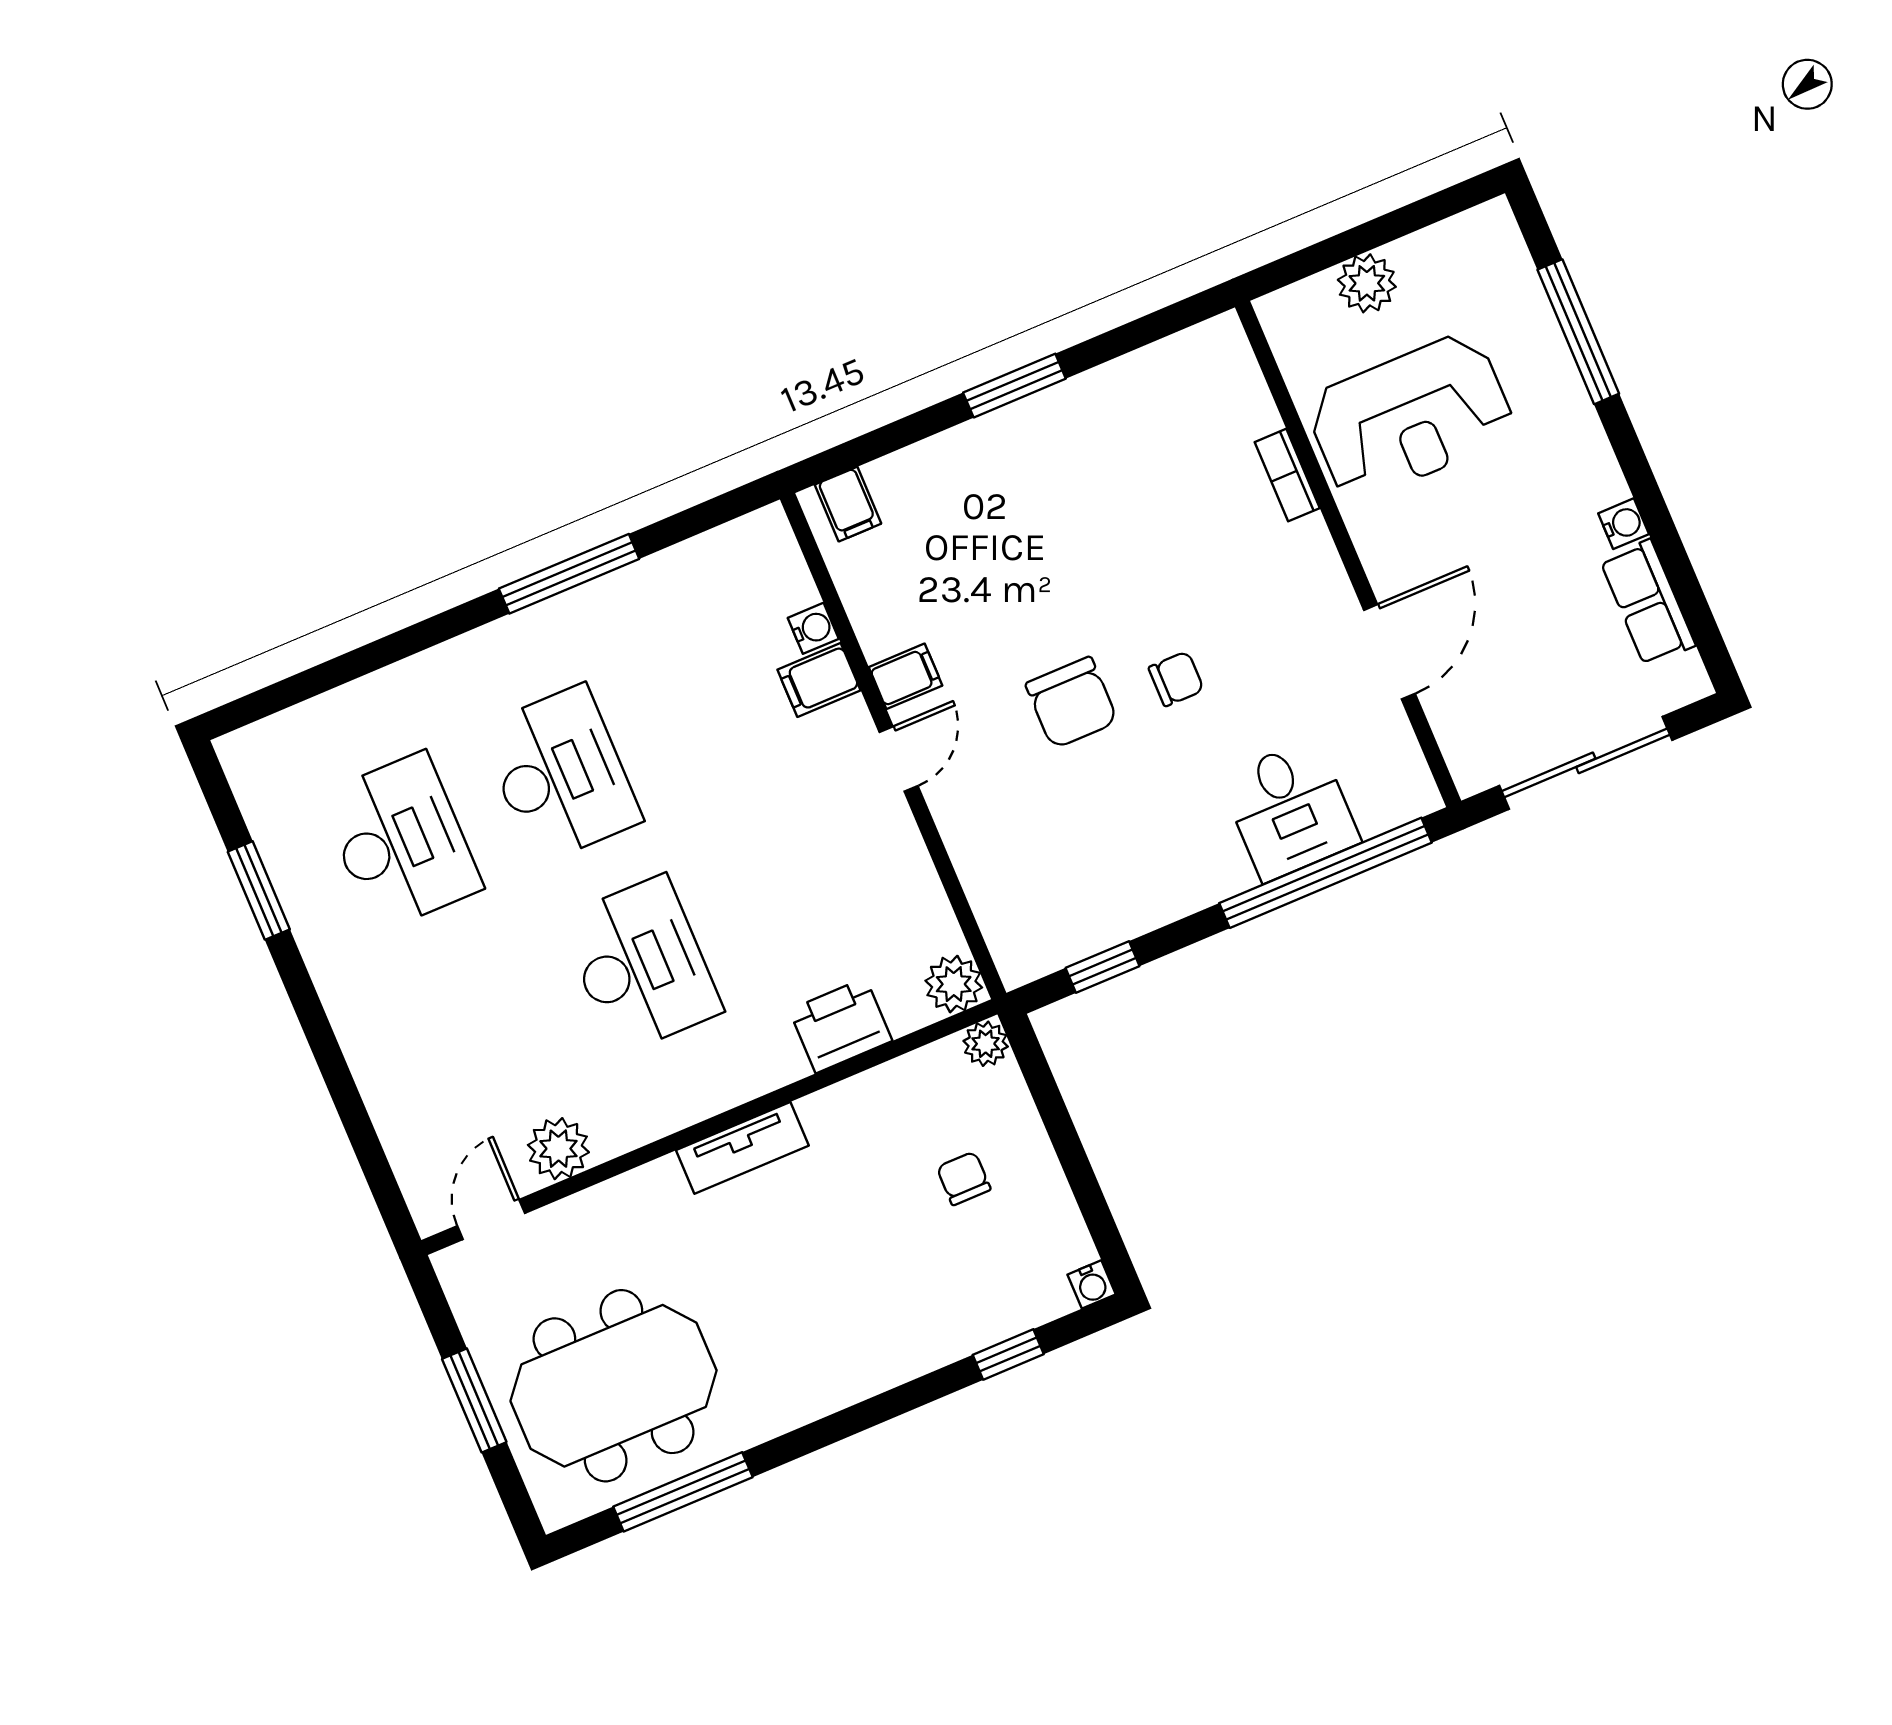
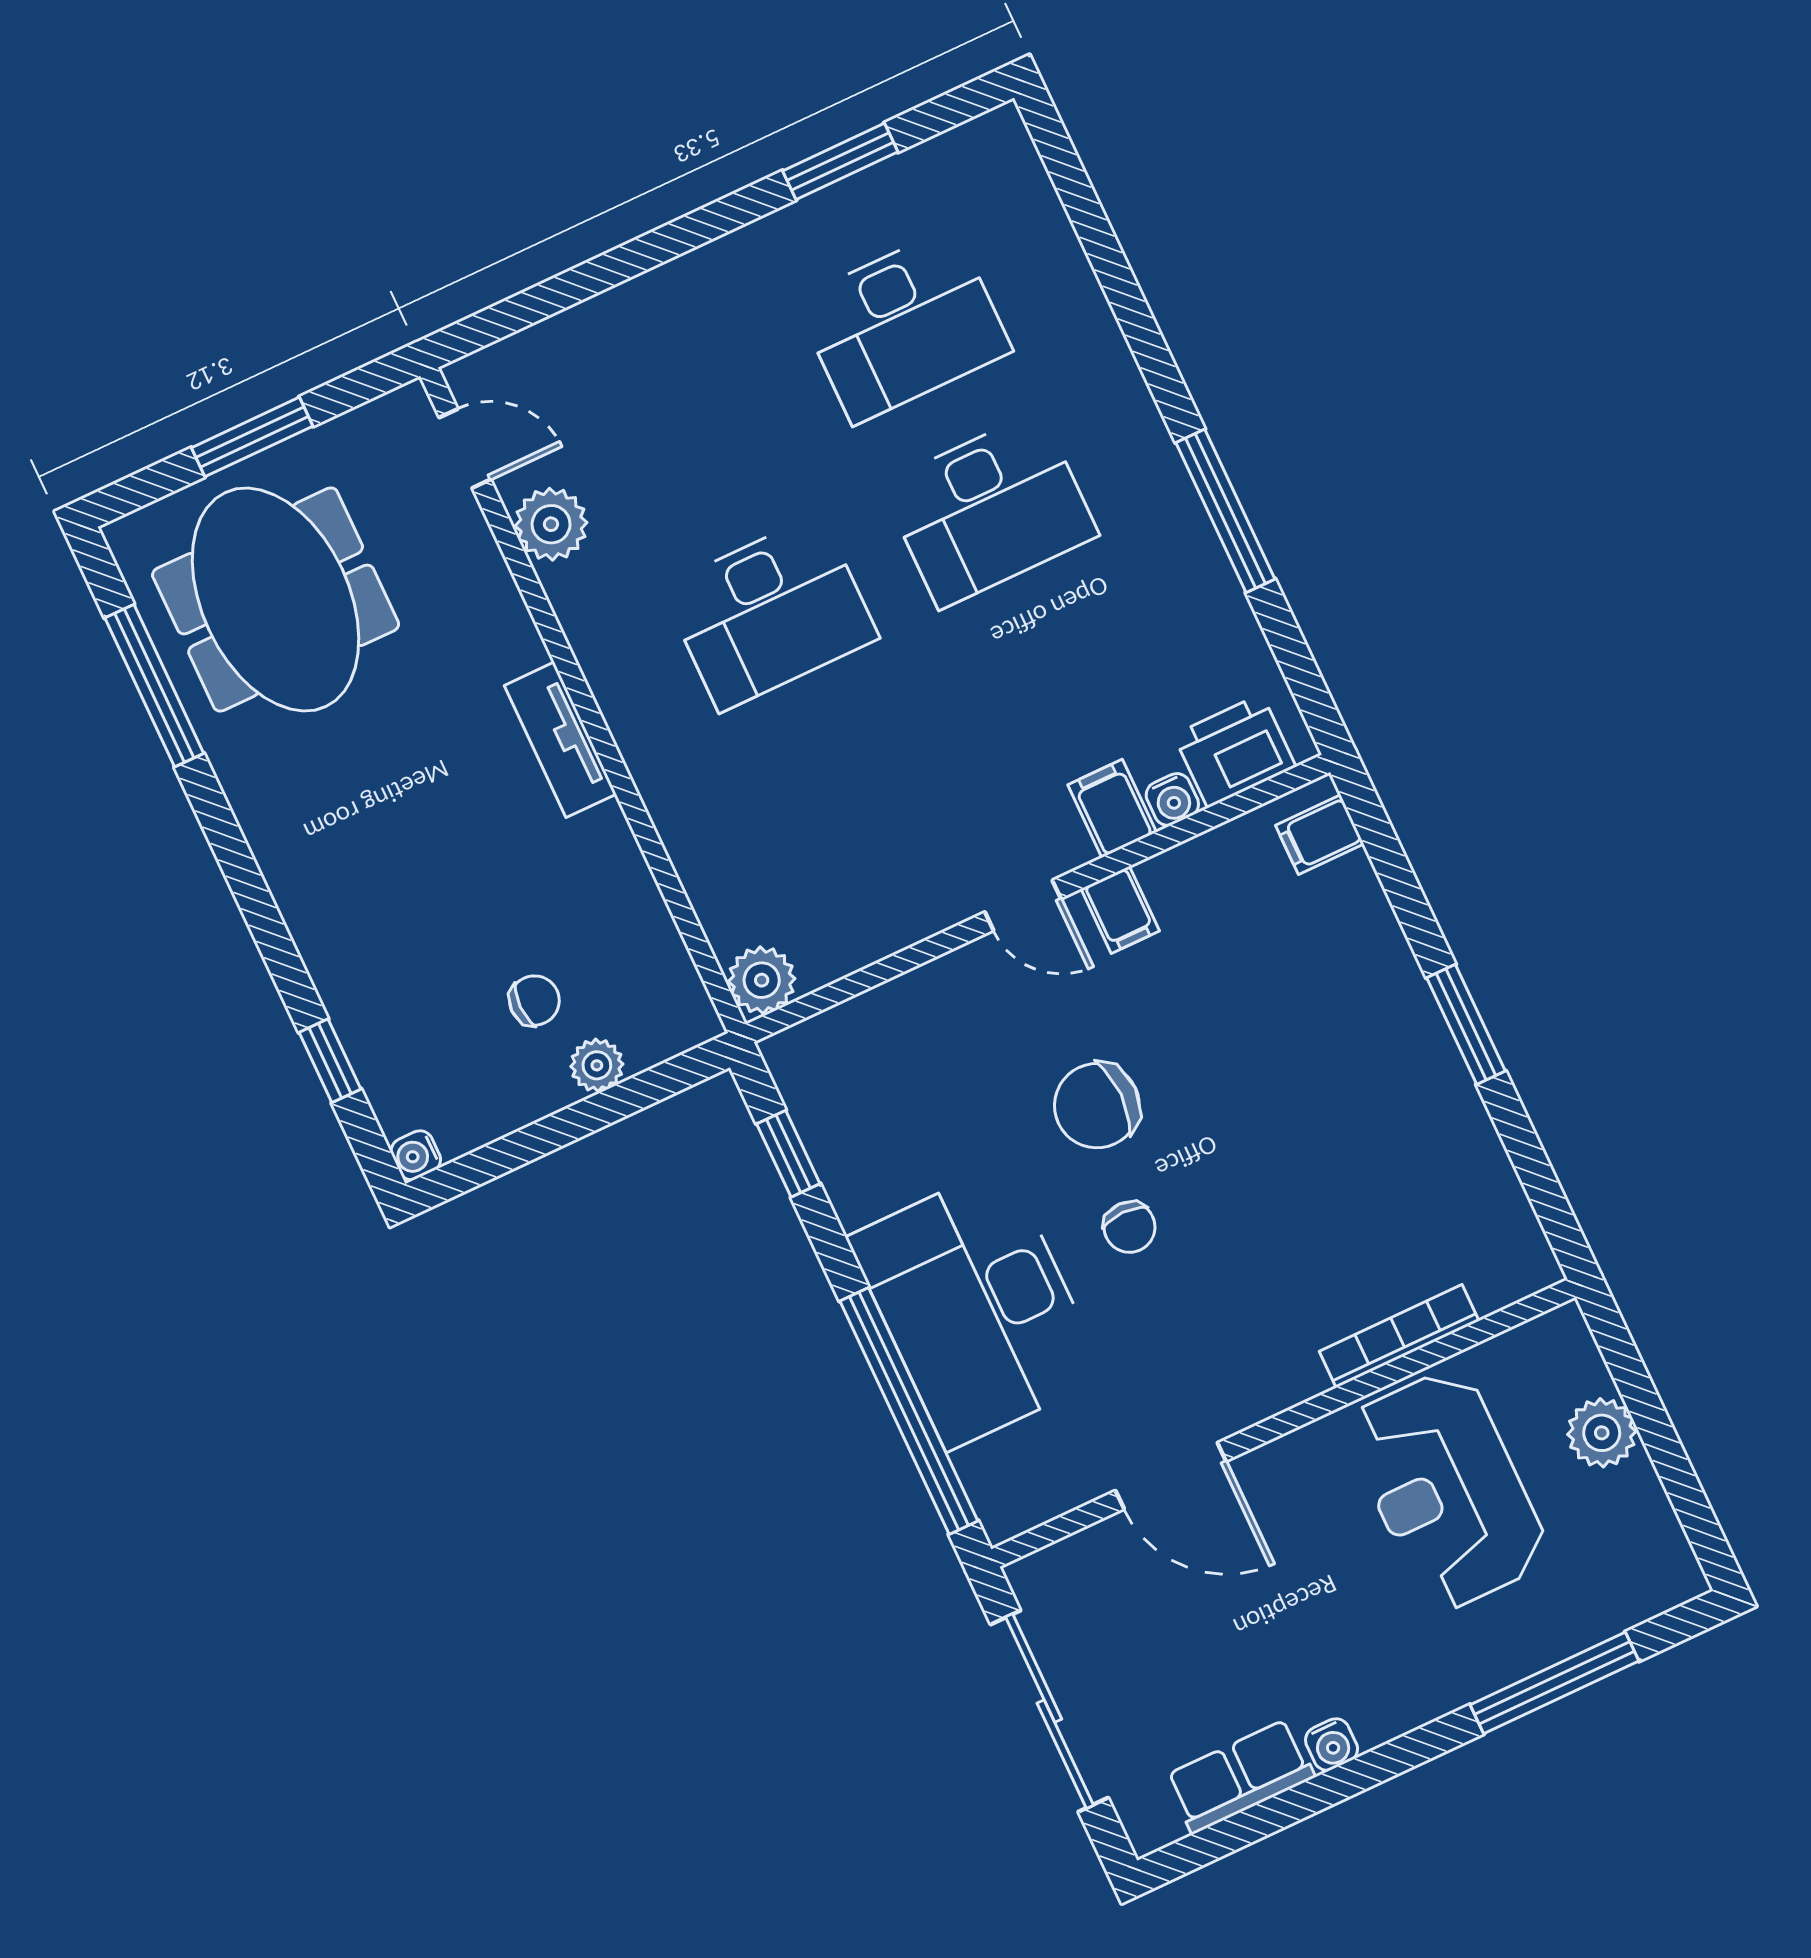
bookcase: (1287, 475) -> (1399, 1336), width x1.56
desk: (1290, 810) -> (976, 1307), width x1.87, depth x1.30
printer: (841, 1025) -> (1235, 751), moved, turned -90
plant: (986, 1044) -> (597, 1065), moved

